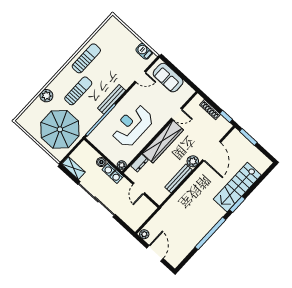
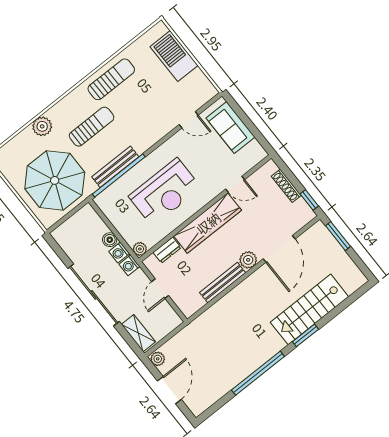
barbecue: (144, 51) -> (174, 56), moved, width x1.88, depth x1.53
bench: (112, 99) -> (115, 167), moved
reception desk: (132, 126) -> (165, 192), turned 180
shelving: (73, 168) -> (138, 333), moved

